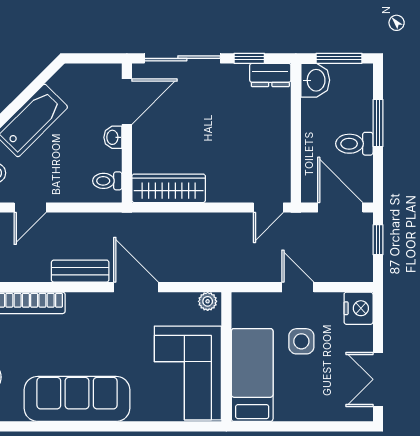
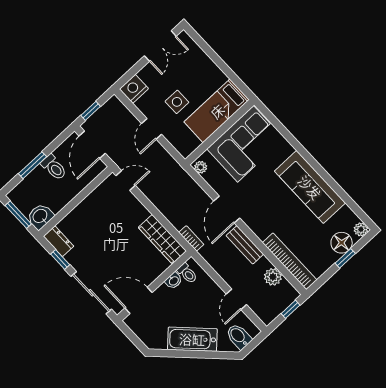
washbasin: (113, 137) -> (174, 281), moved
door: (30, 208) -> (236, 299), swing flipped
bookcase: (140, 220) -> (191, 238), added
plant: (18, 269) -> (273, 277), added

